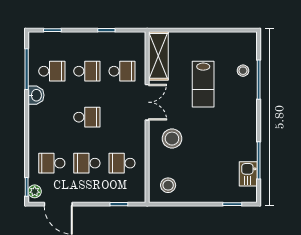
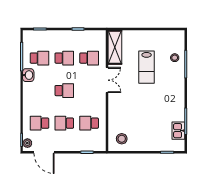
stool: (172, 139) -> (124, 106), removed

